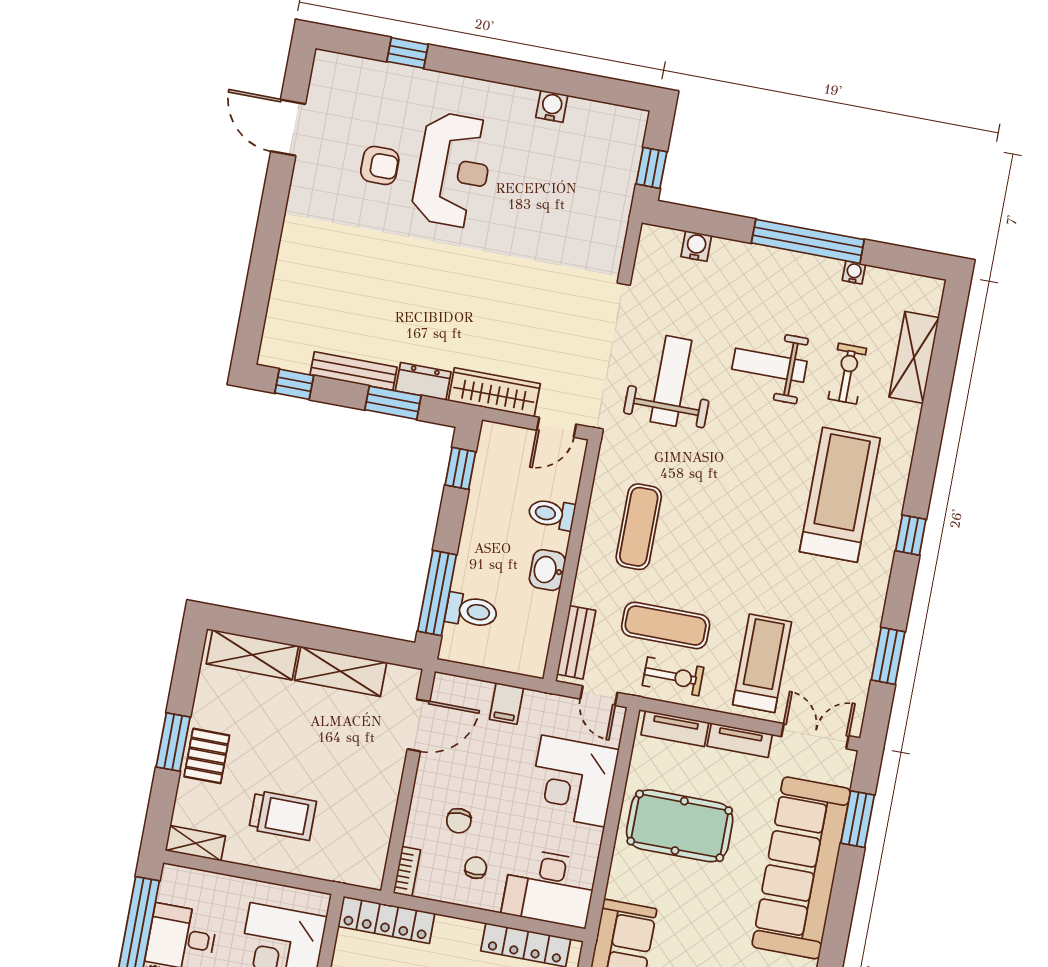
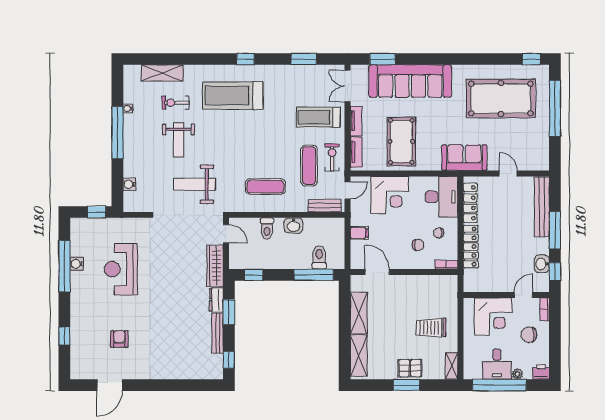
window: (552, 80) -> (64, 266), added
reception desk: (453, 170) -> (121, 269), moved, turned -90
trolley: (283, 815) -> (431, 328), turned -90
locker: (386, 920) -> (471, 247), moved

